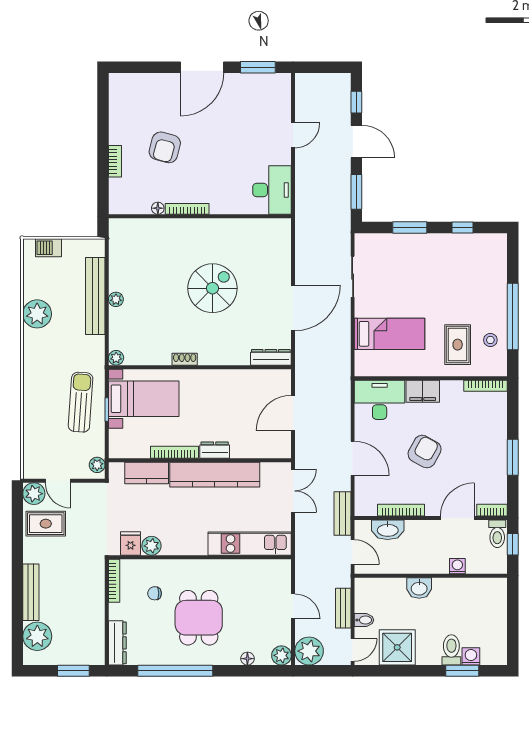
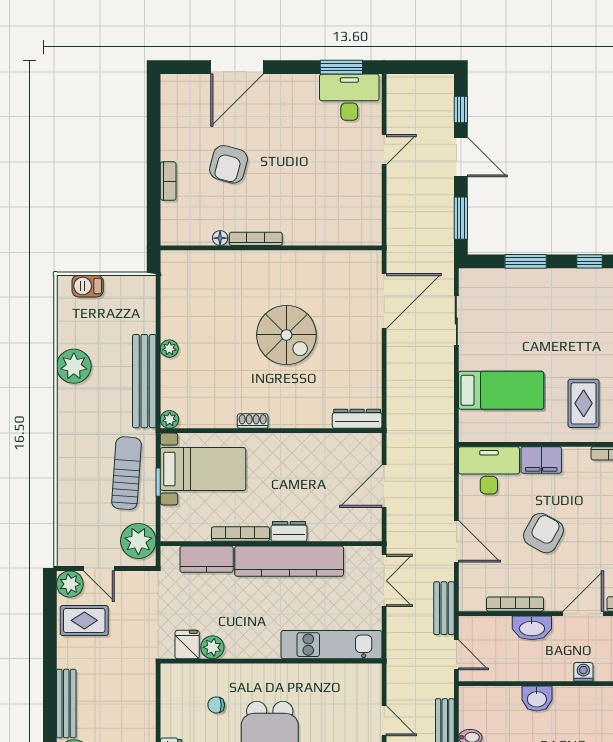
door: (202, 67) -> (237, 67), moved
desk: (272, 190) -> (349, 97), moved, turned -90
spiral stairs: (212, 288) -> (286, 335), turned 90
bench: (95, 296) -> (144, 381), moved
door: (293, 308) -> (384, 301), moved
plant: (97, 465) -> (138, 541), width x1.88, depth x1.88
washbasin: (388, 530) -> (532, 628), moved
bookcase: (114, 581) -> (167, 690), removed

